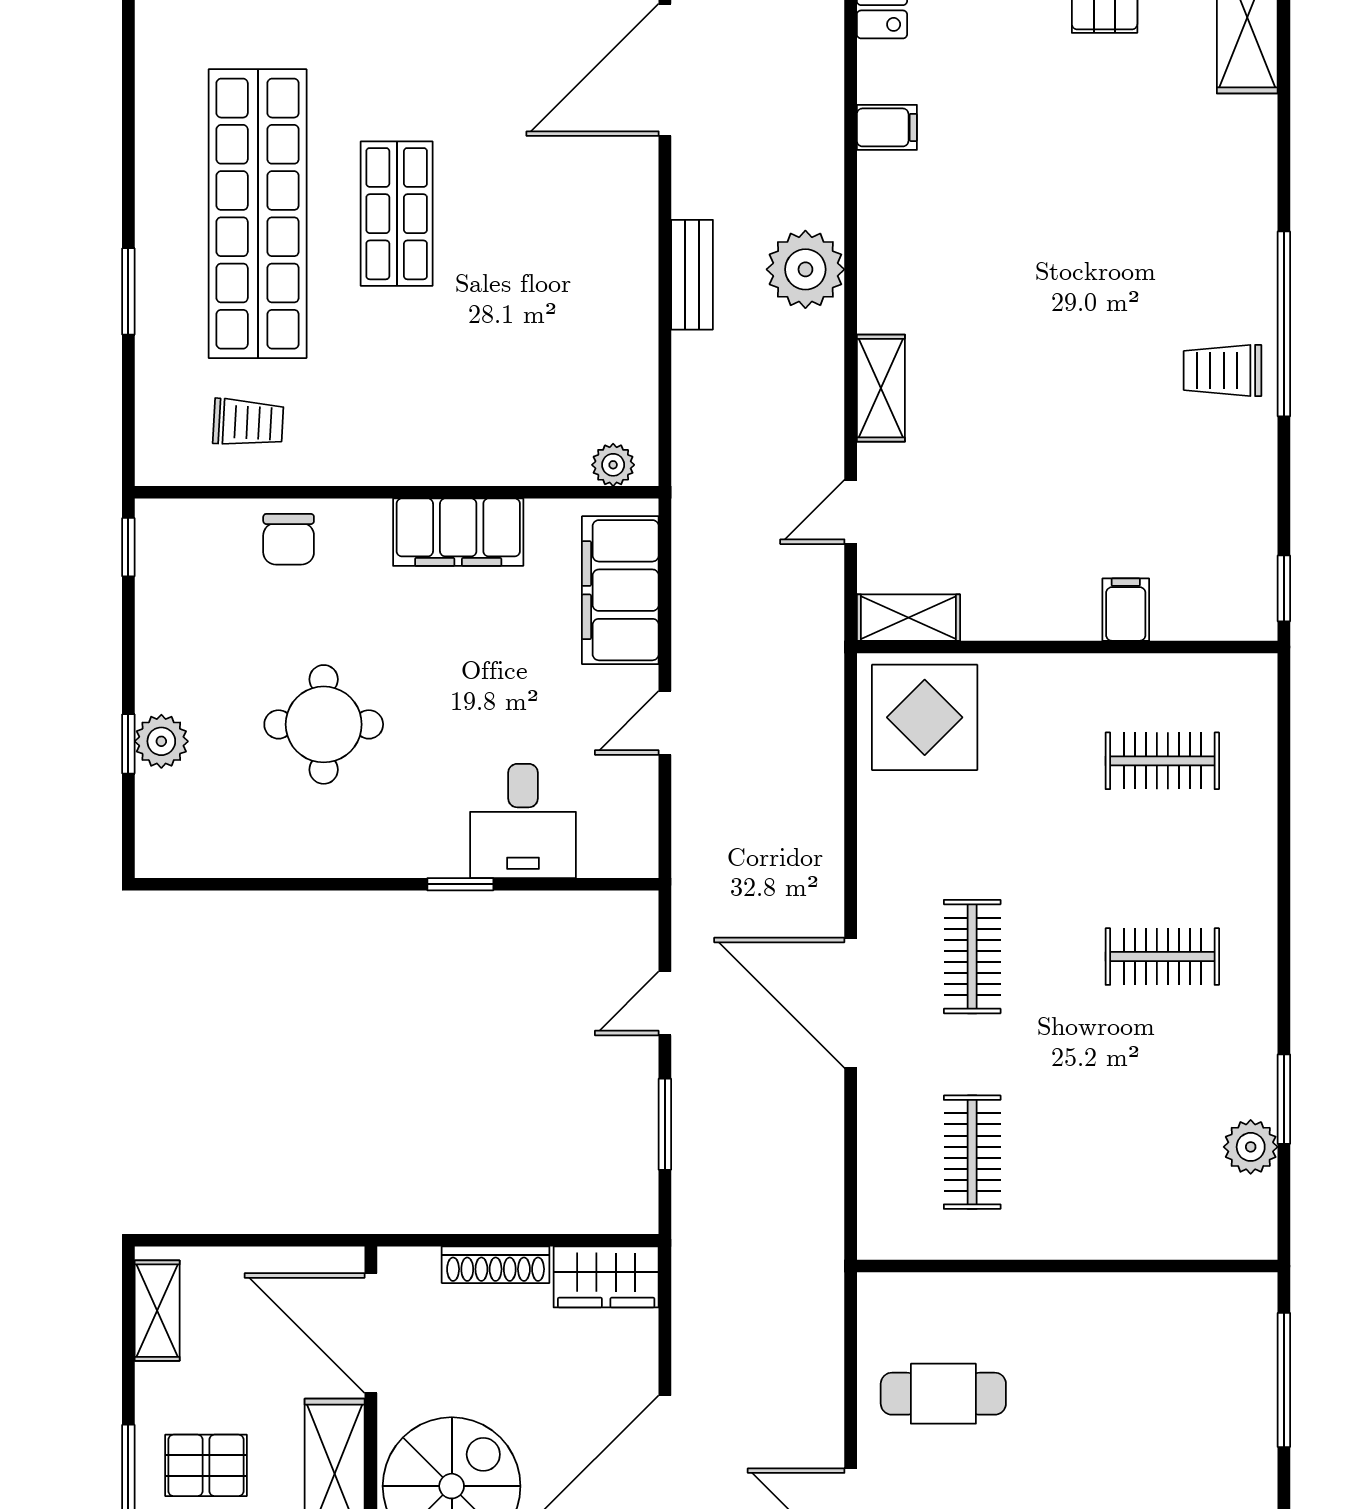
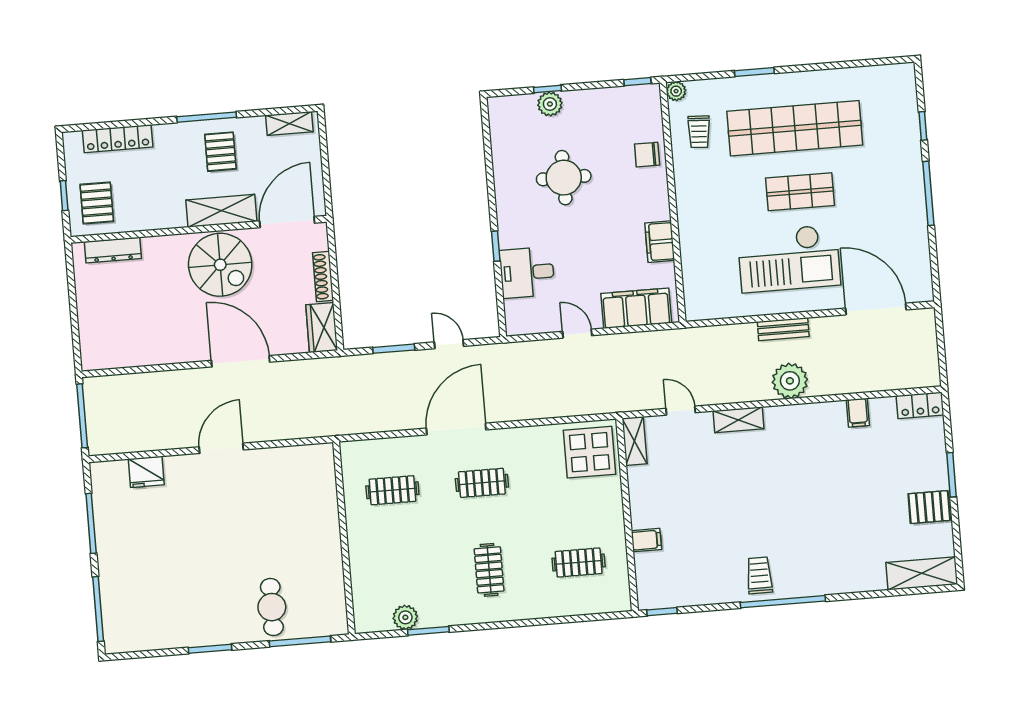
checkout: (539, 250) -> (789, 258), added
plant: (613, 465) -> (676, 91), moved
filing cabinet: (458, 532) -> (660, 242), width x0.67, depth x0.86
clothes rail: (1162, 761) -> (579, 562), turned 90
cafe table: (943, 1394) -> (272, 607), moved

